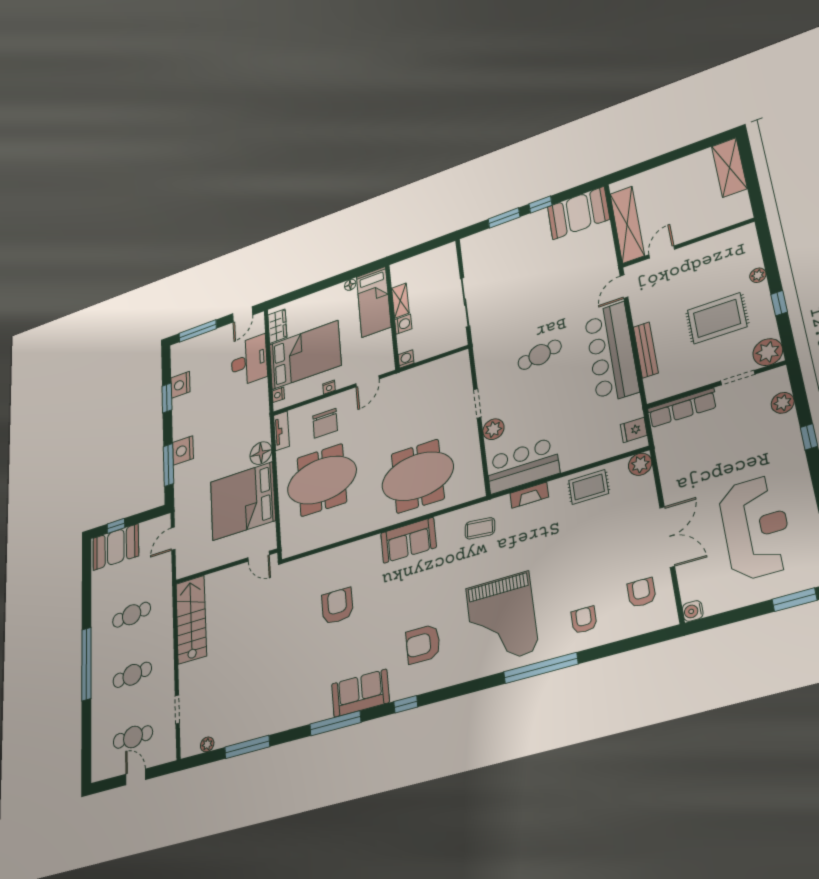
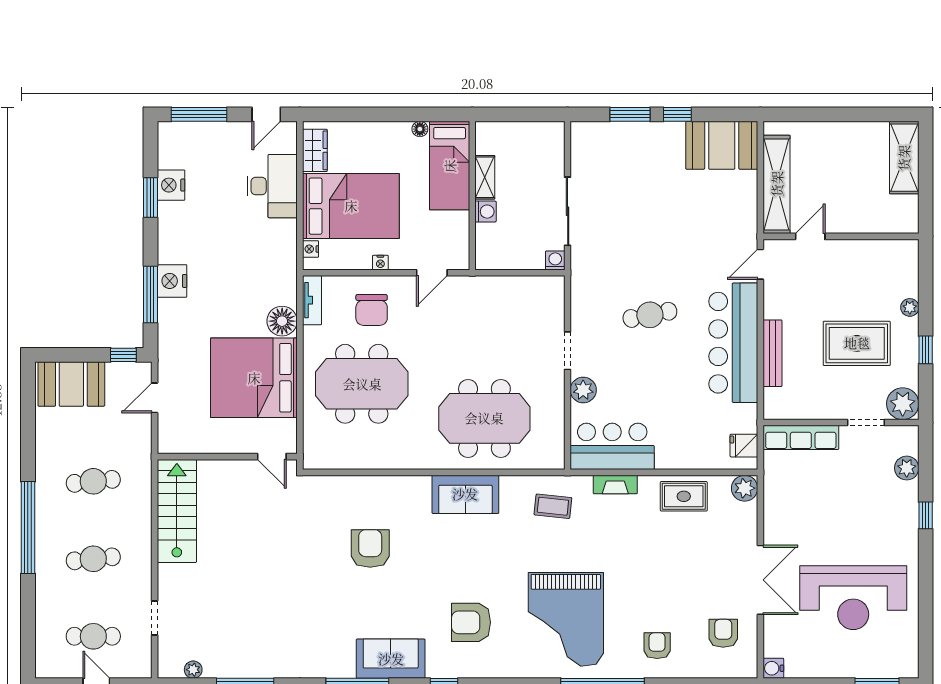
washing machine: (406, 359) -> (555, 260), moved
window: (116, 526) -> (123, 355), moved
reception desk: (756, 528) -> (853, 598), turned 90

